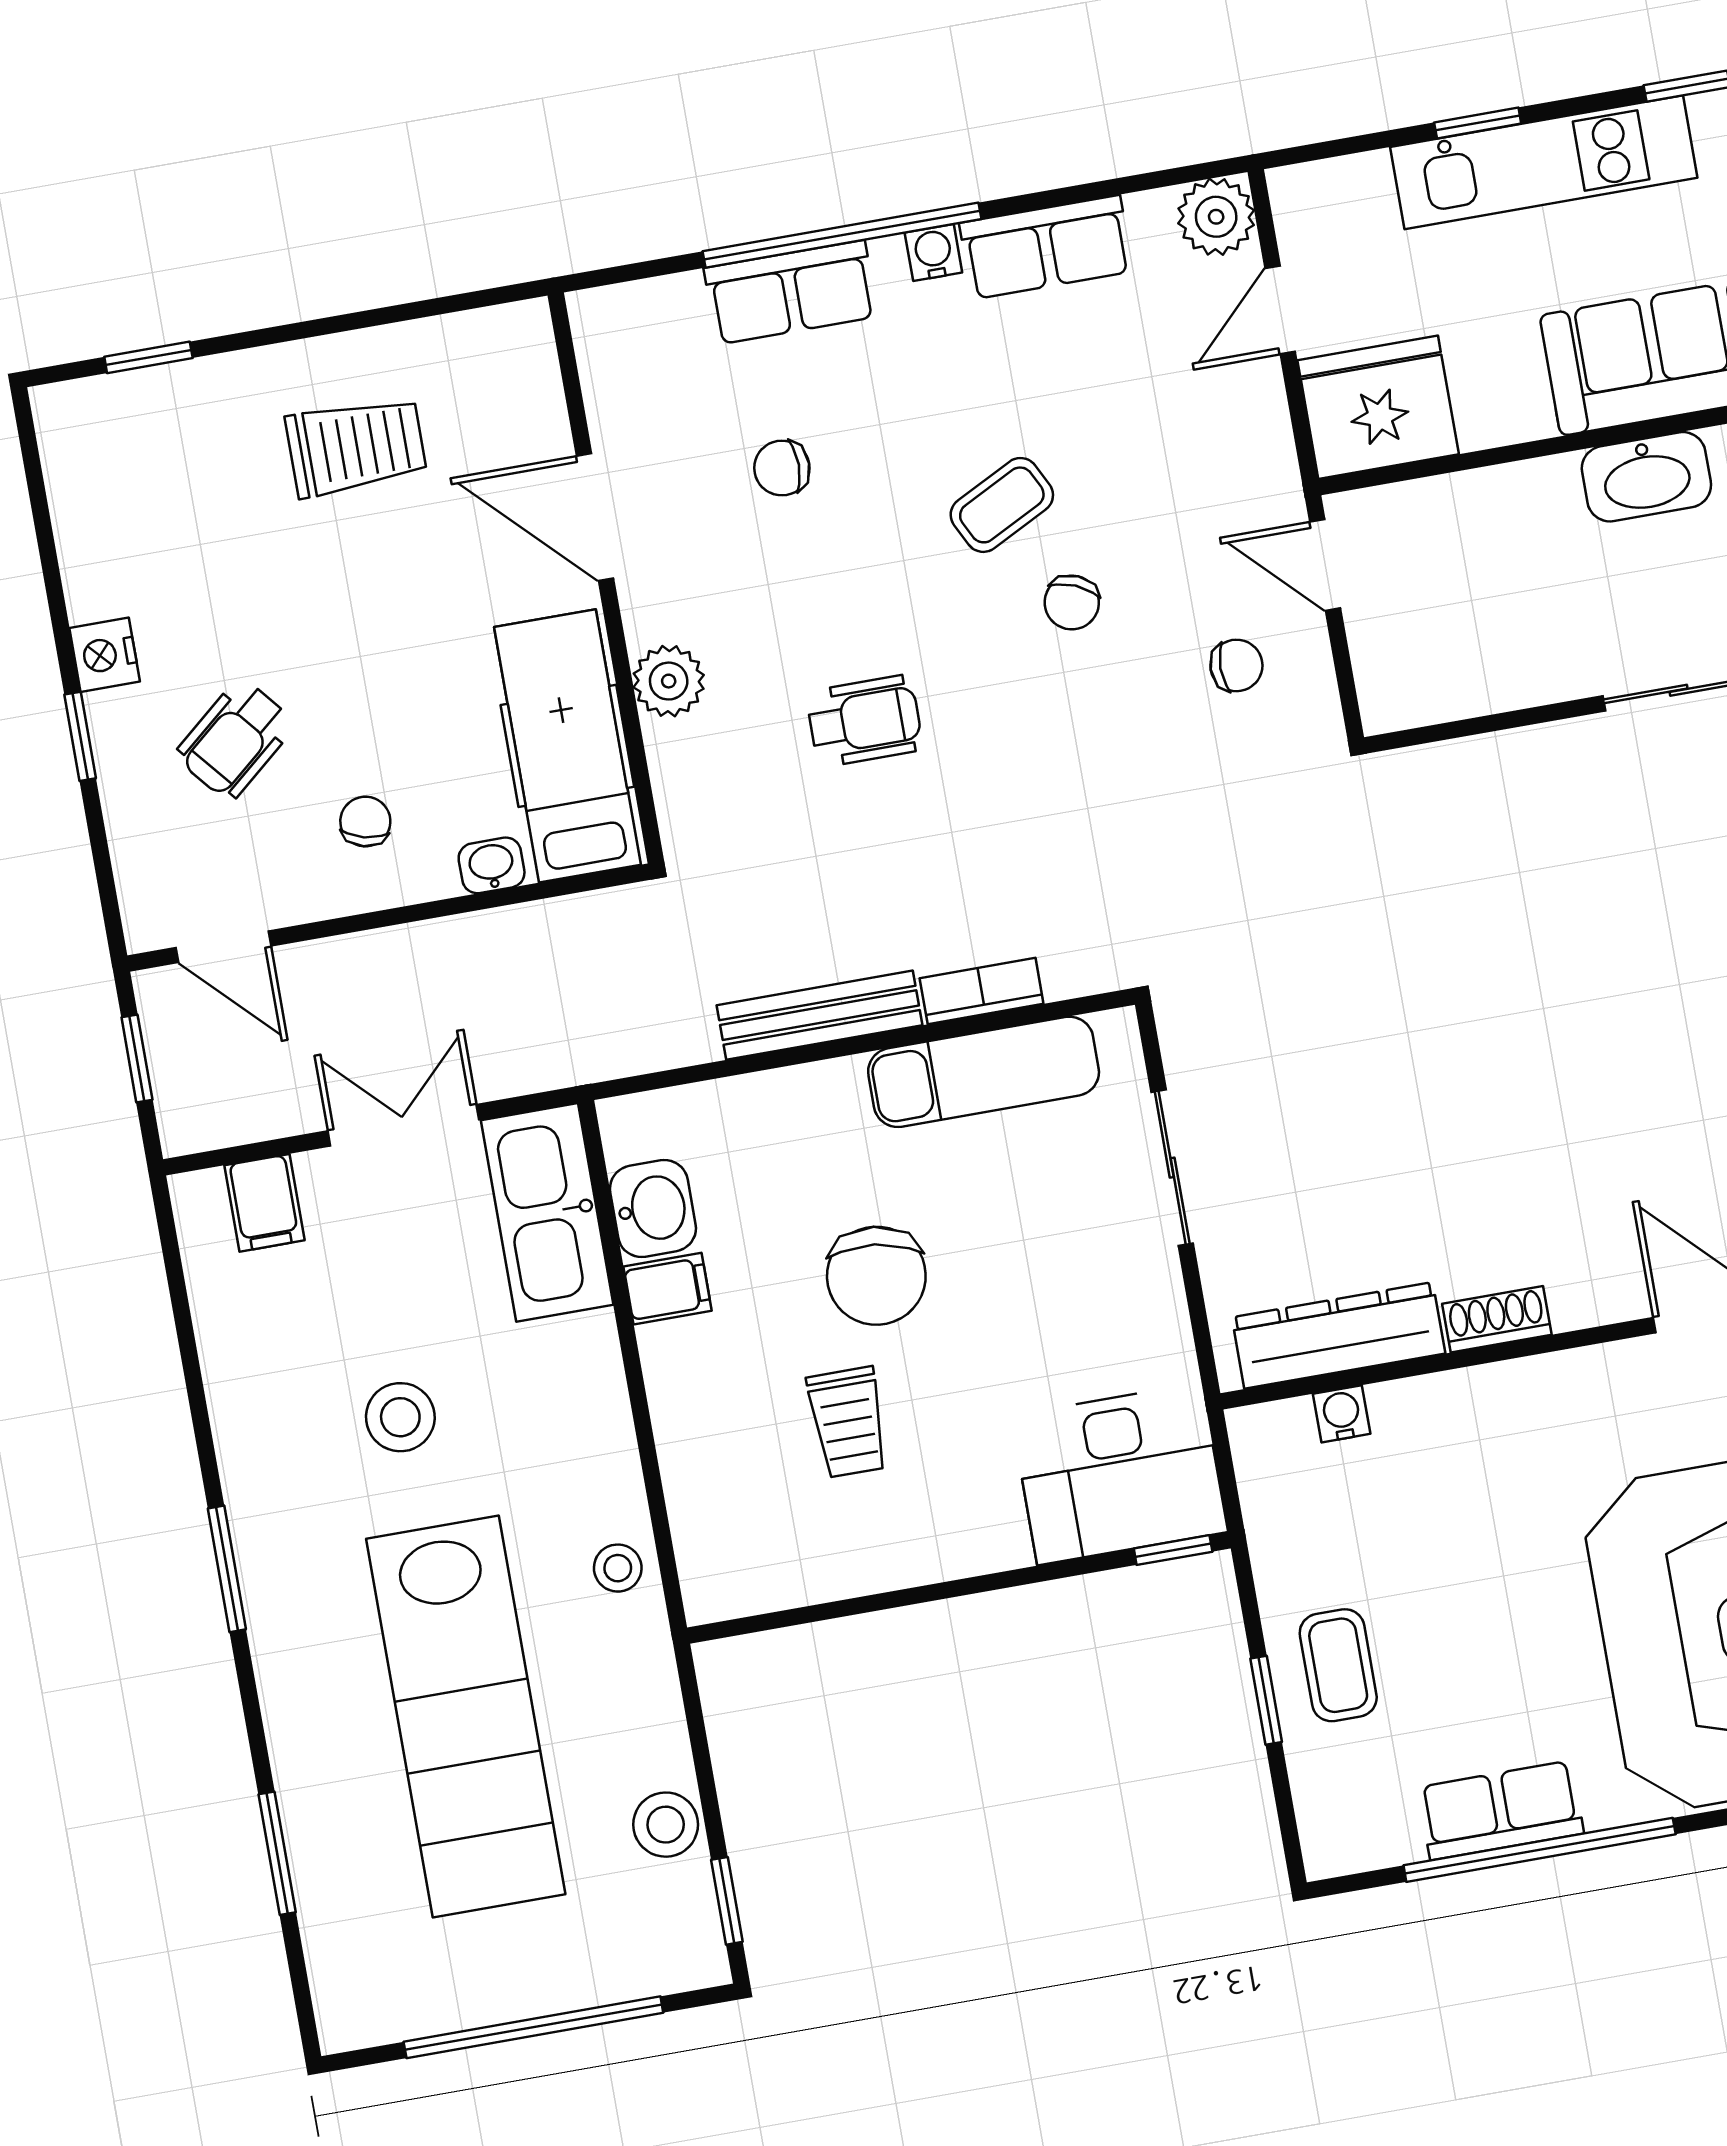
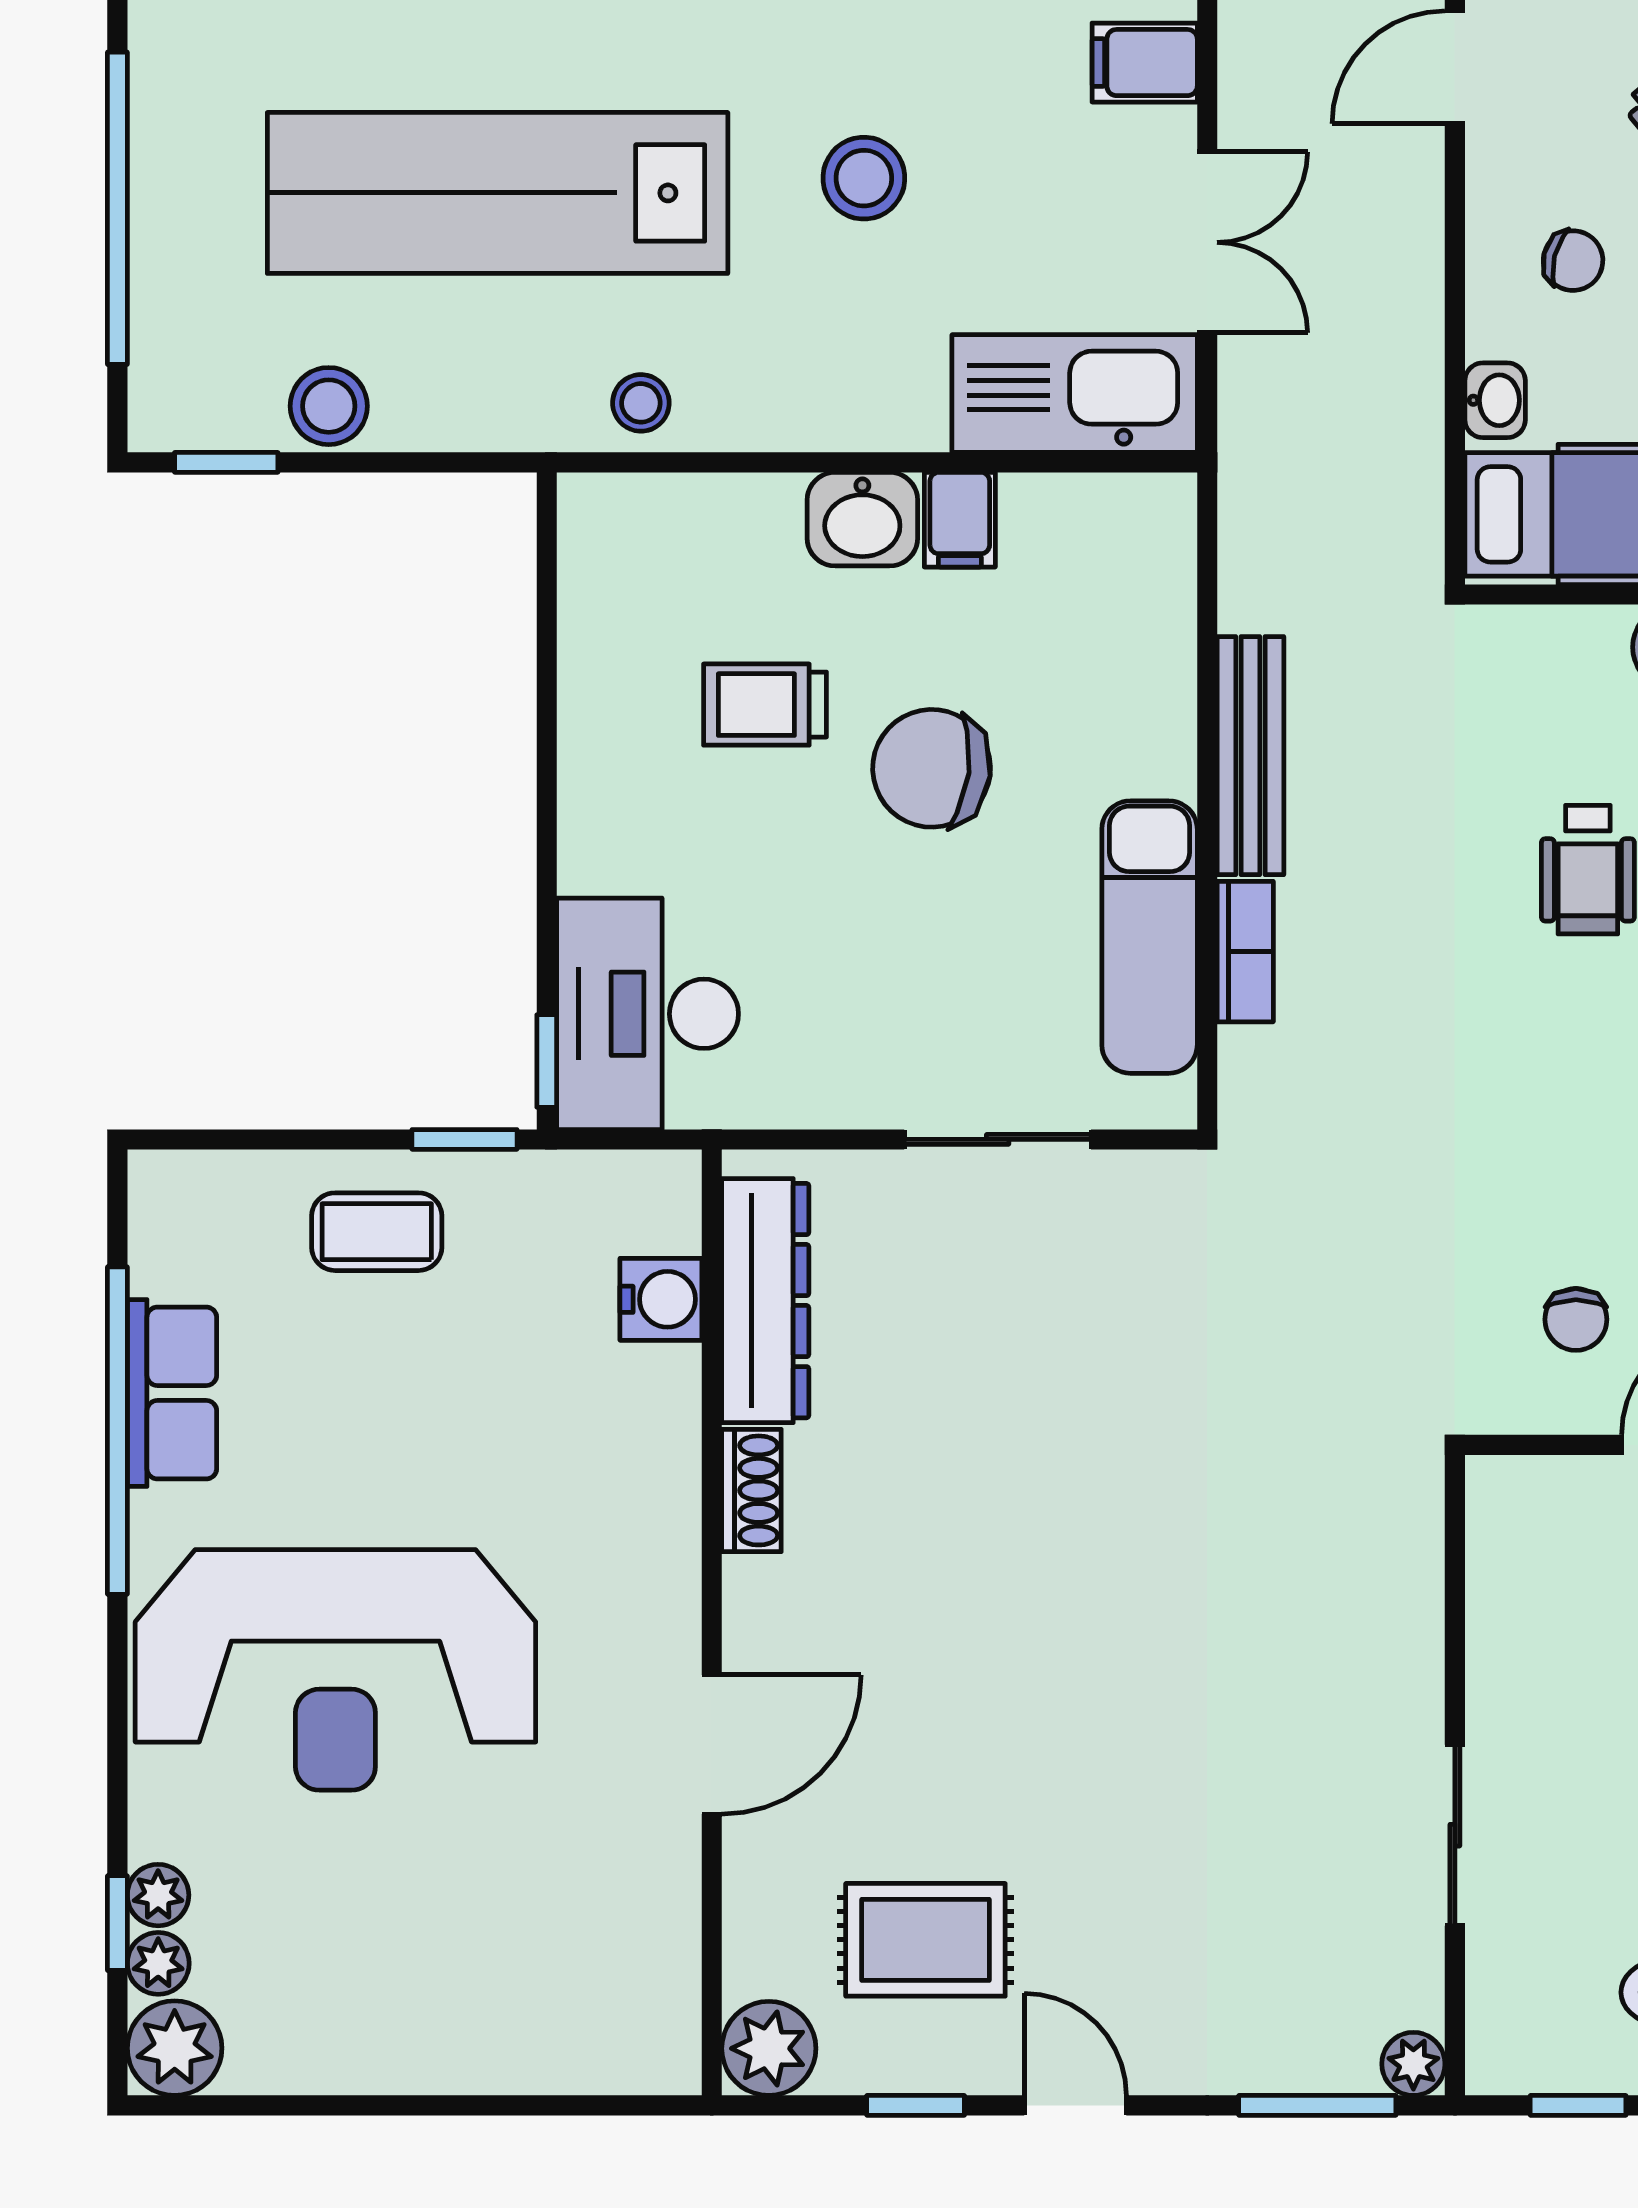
washbasin: (653, 1208) -> (862, 519), moved
water cooler: (1342, 1414) -> (661, 1299), width x1.38, depth x1.38
window: (1266, 1700) -> (464, 1139), moved

